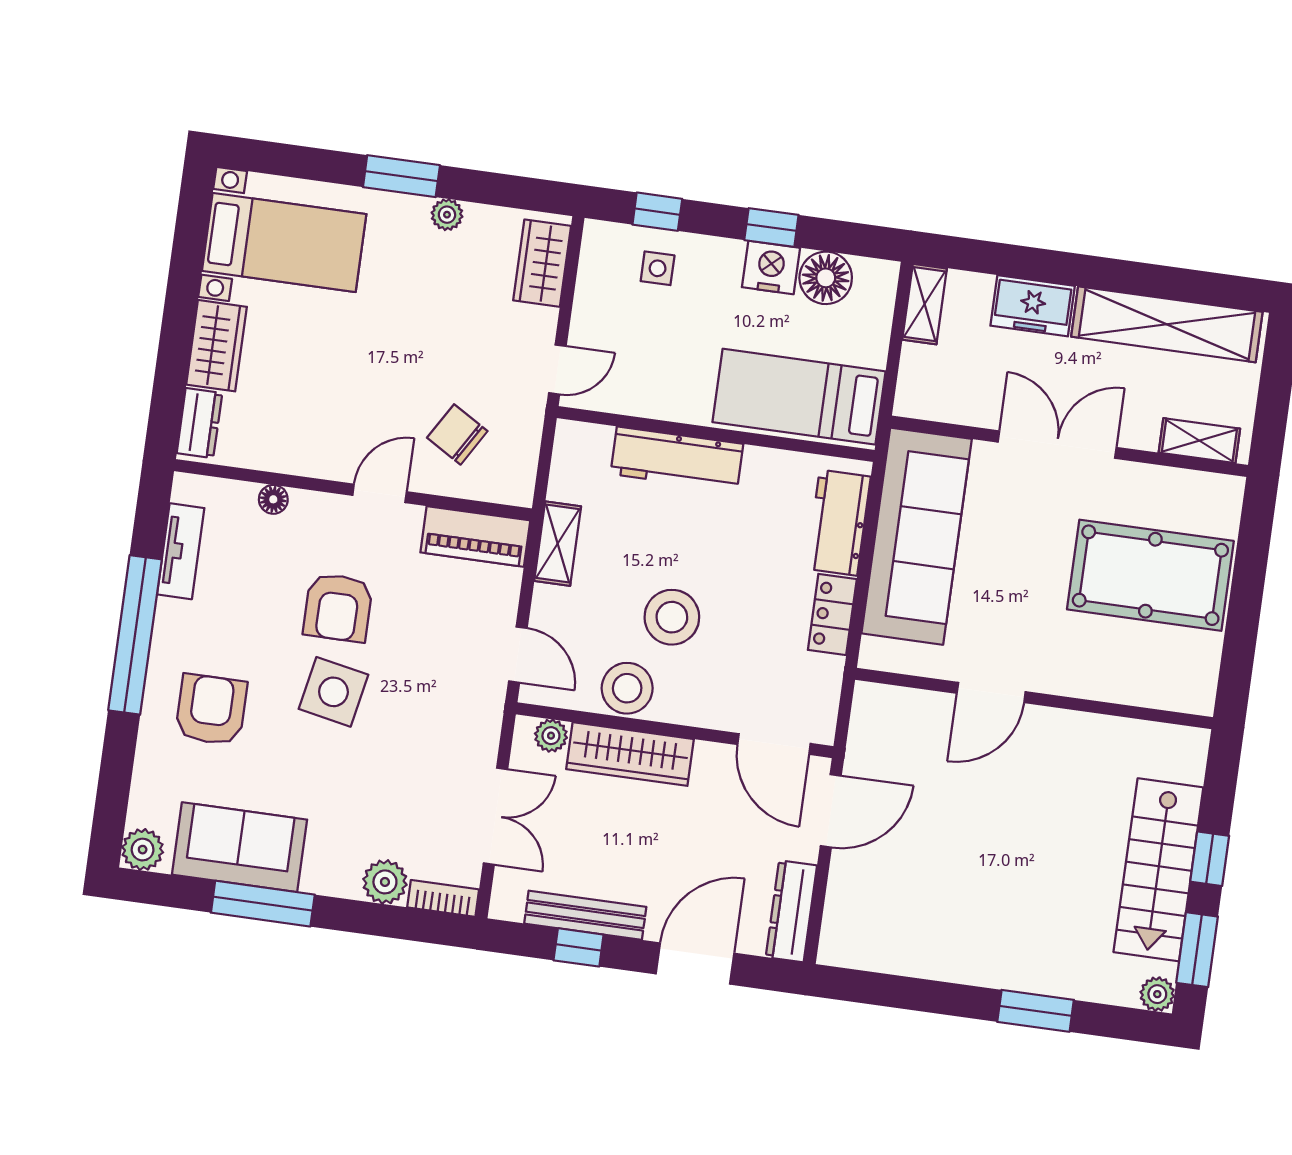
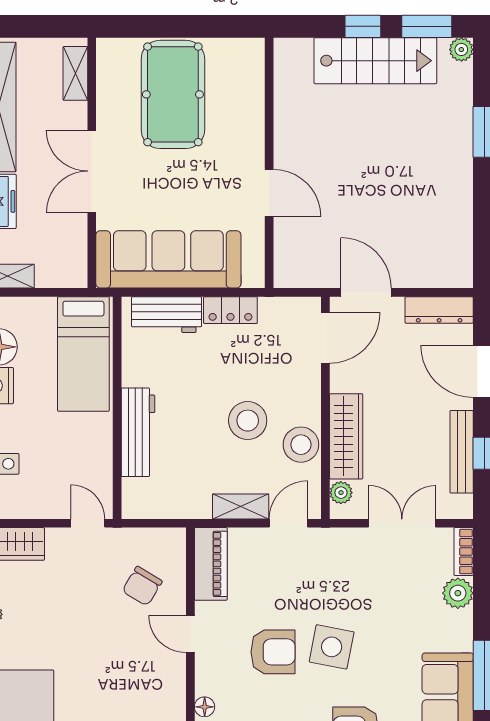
shelving: (558, 544) -> (241, 506), moved

